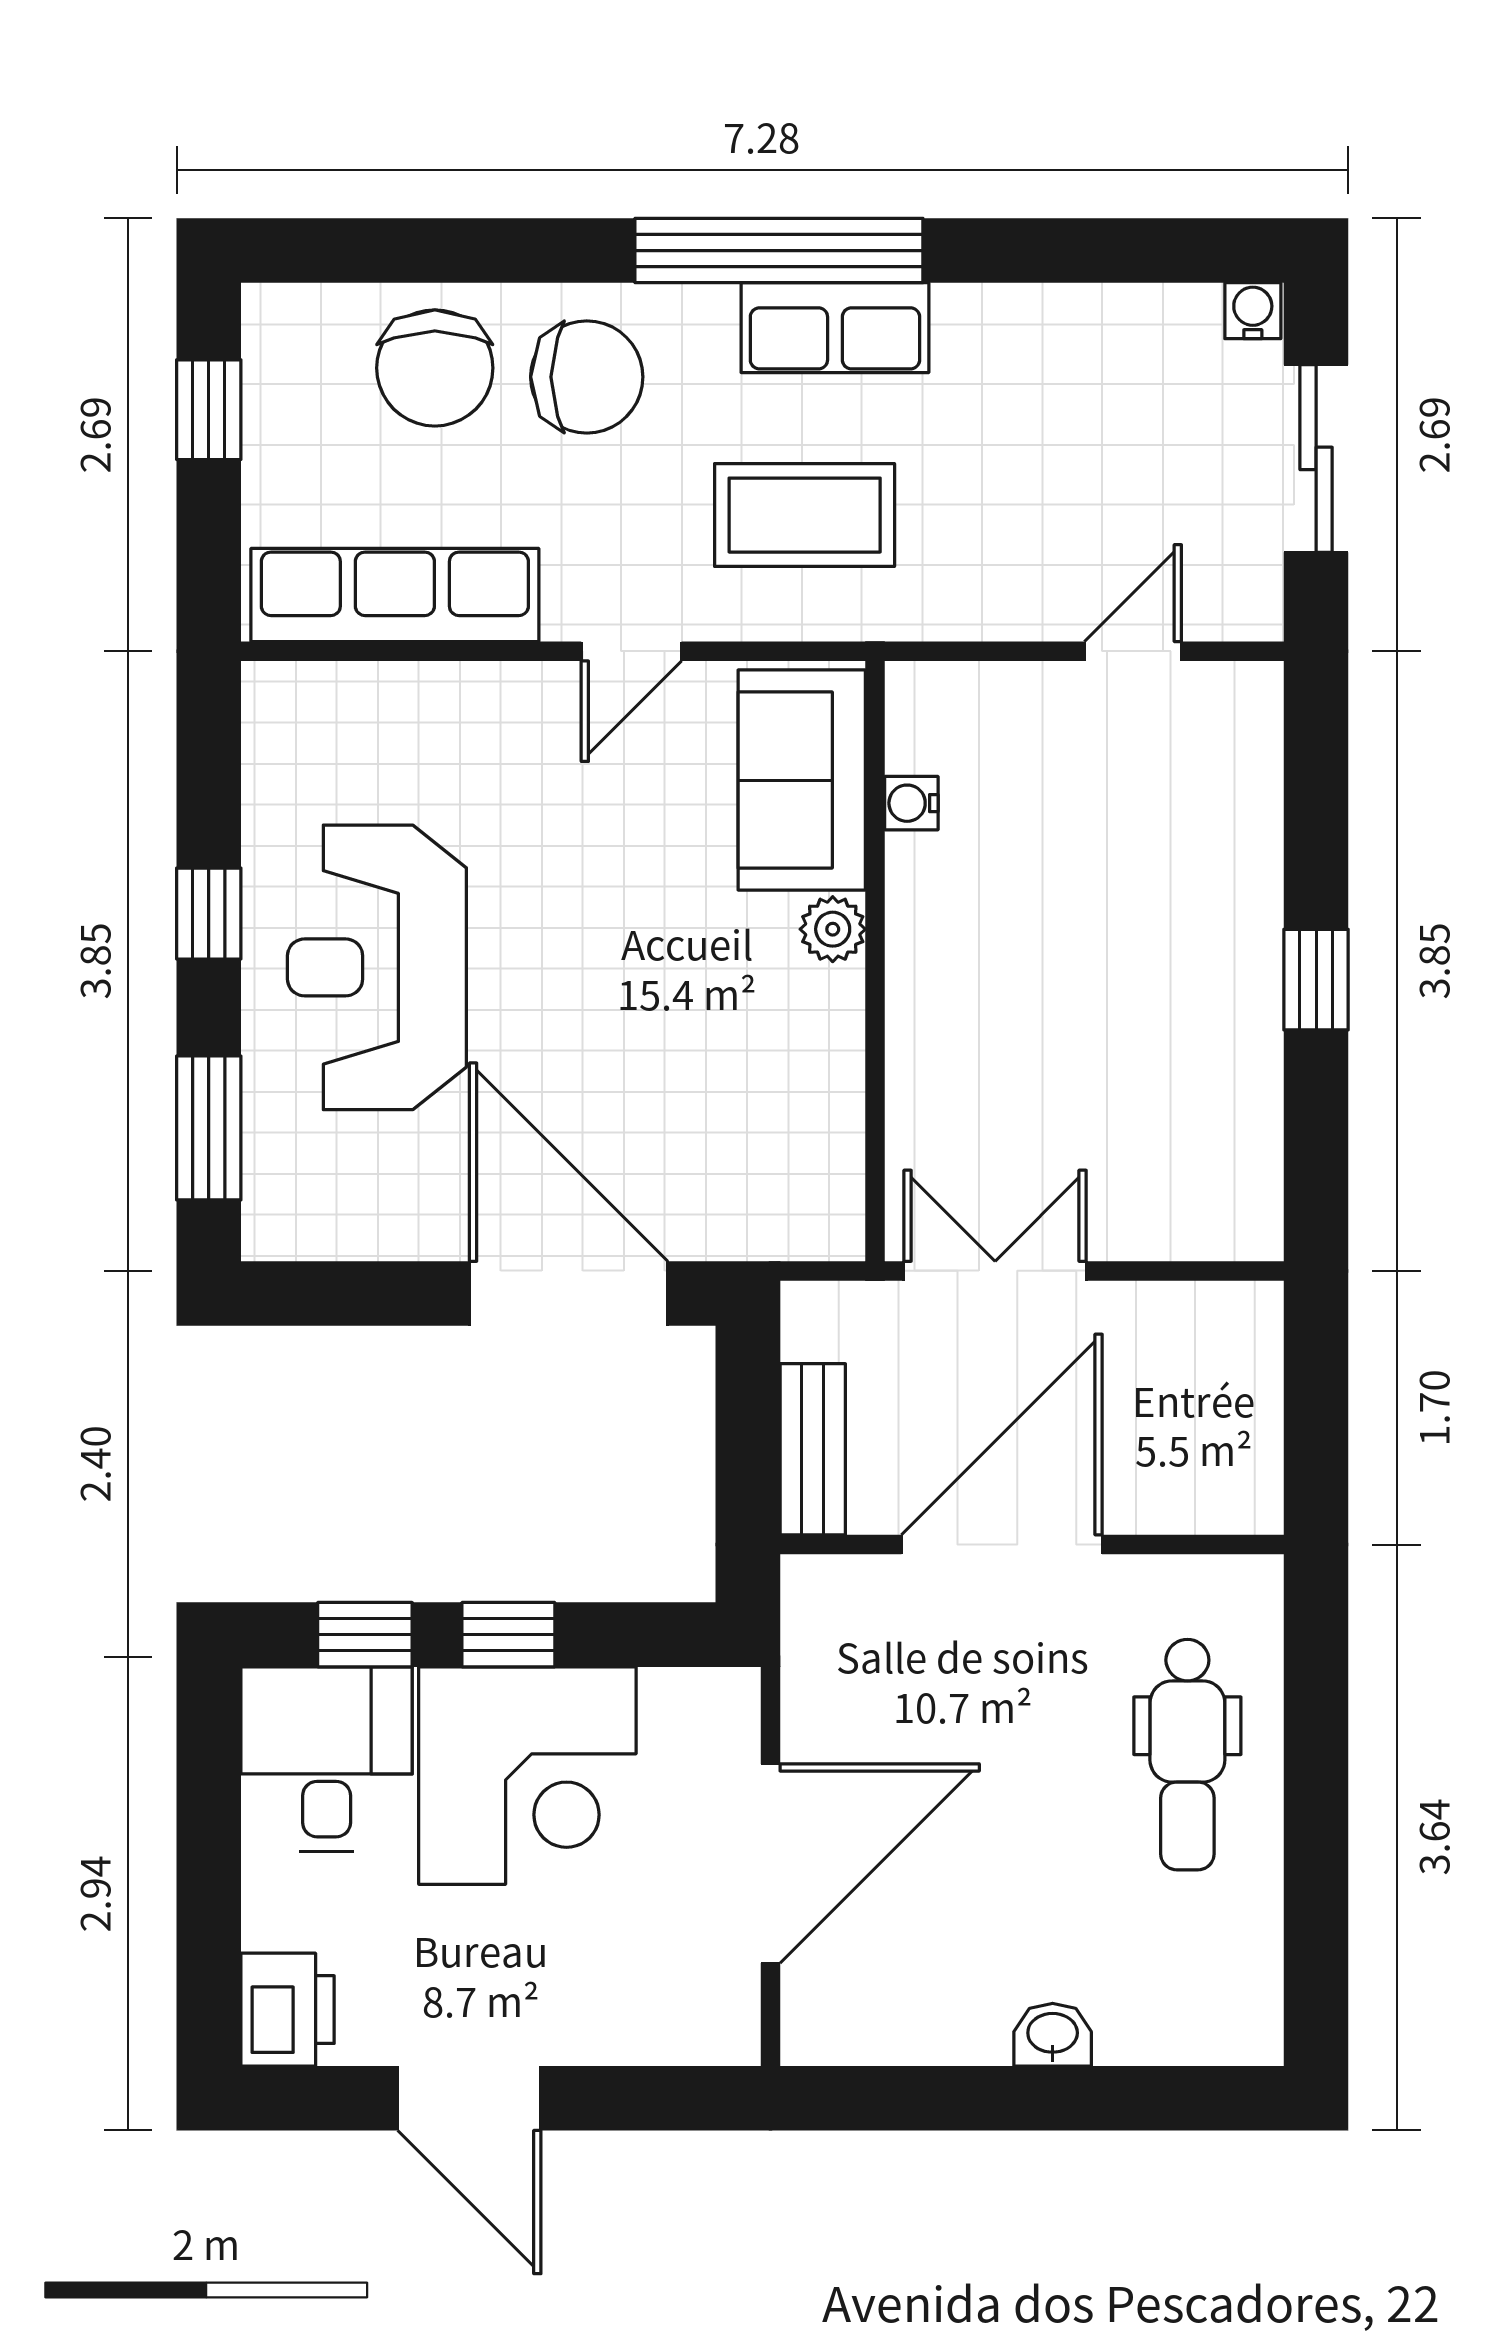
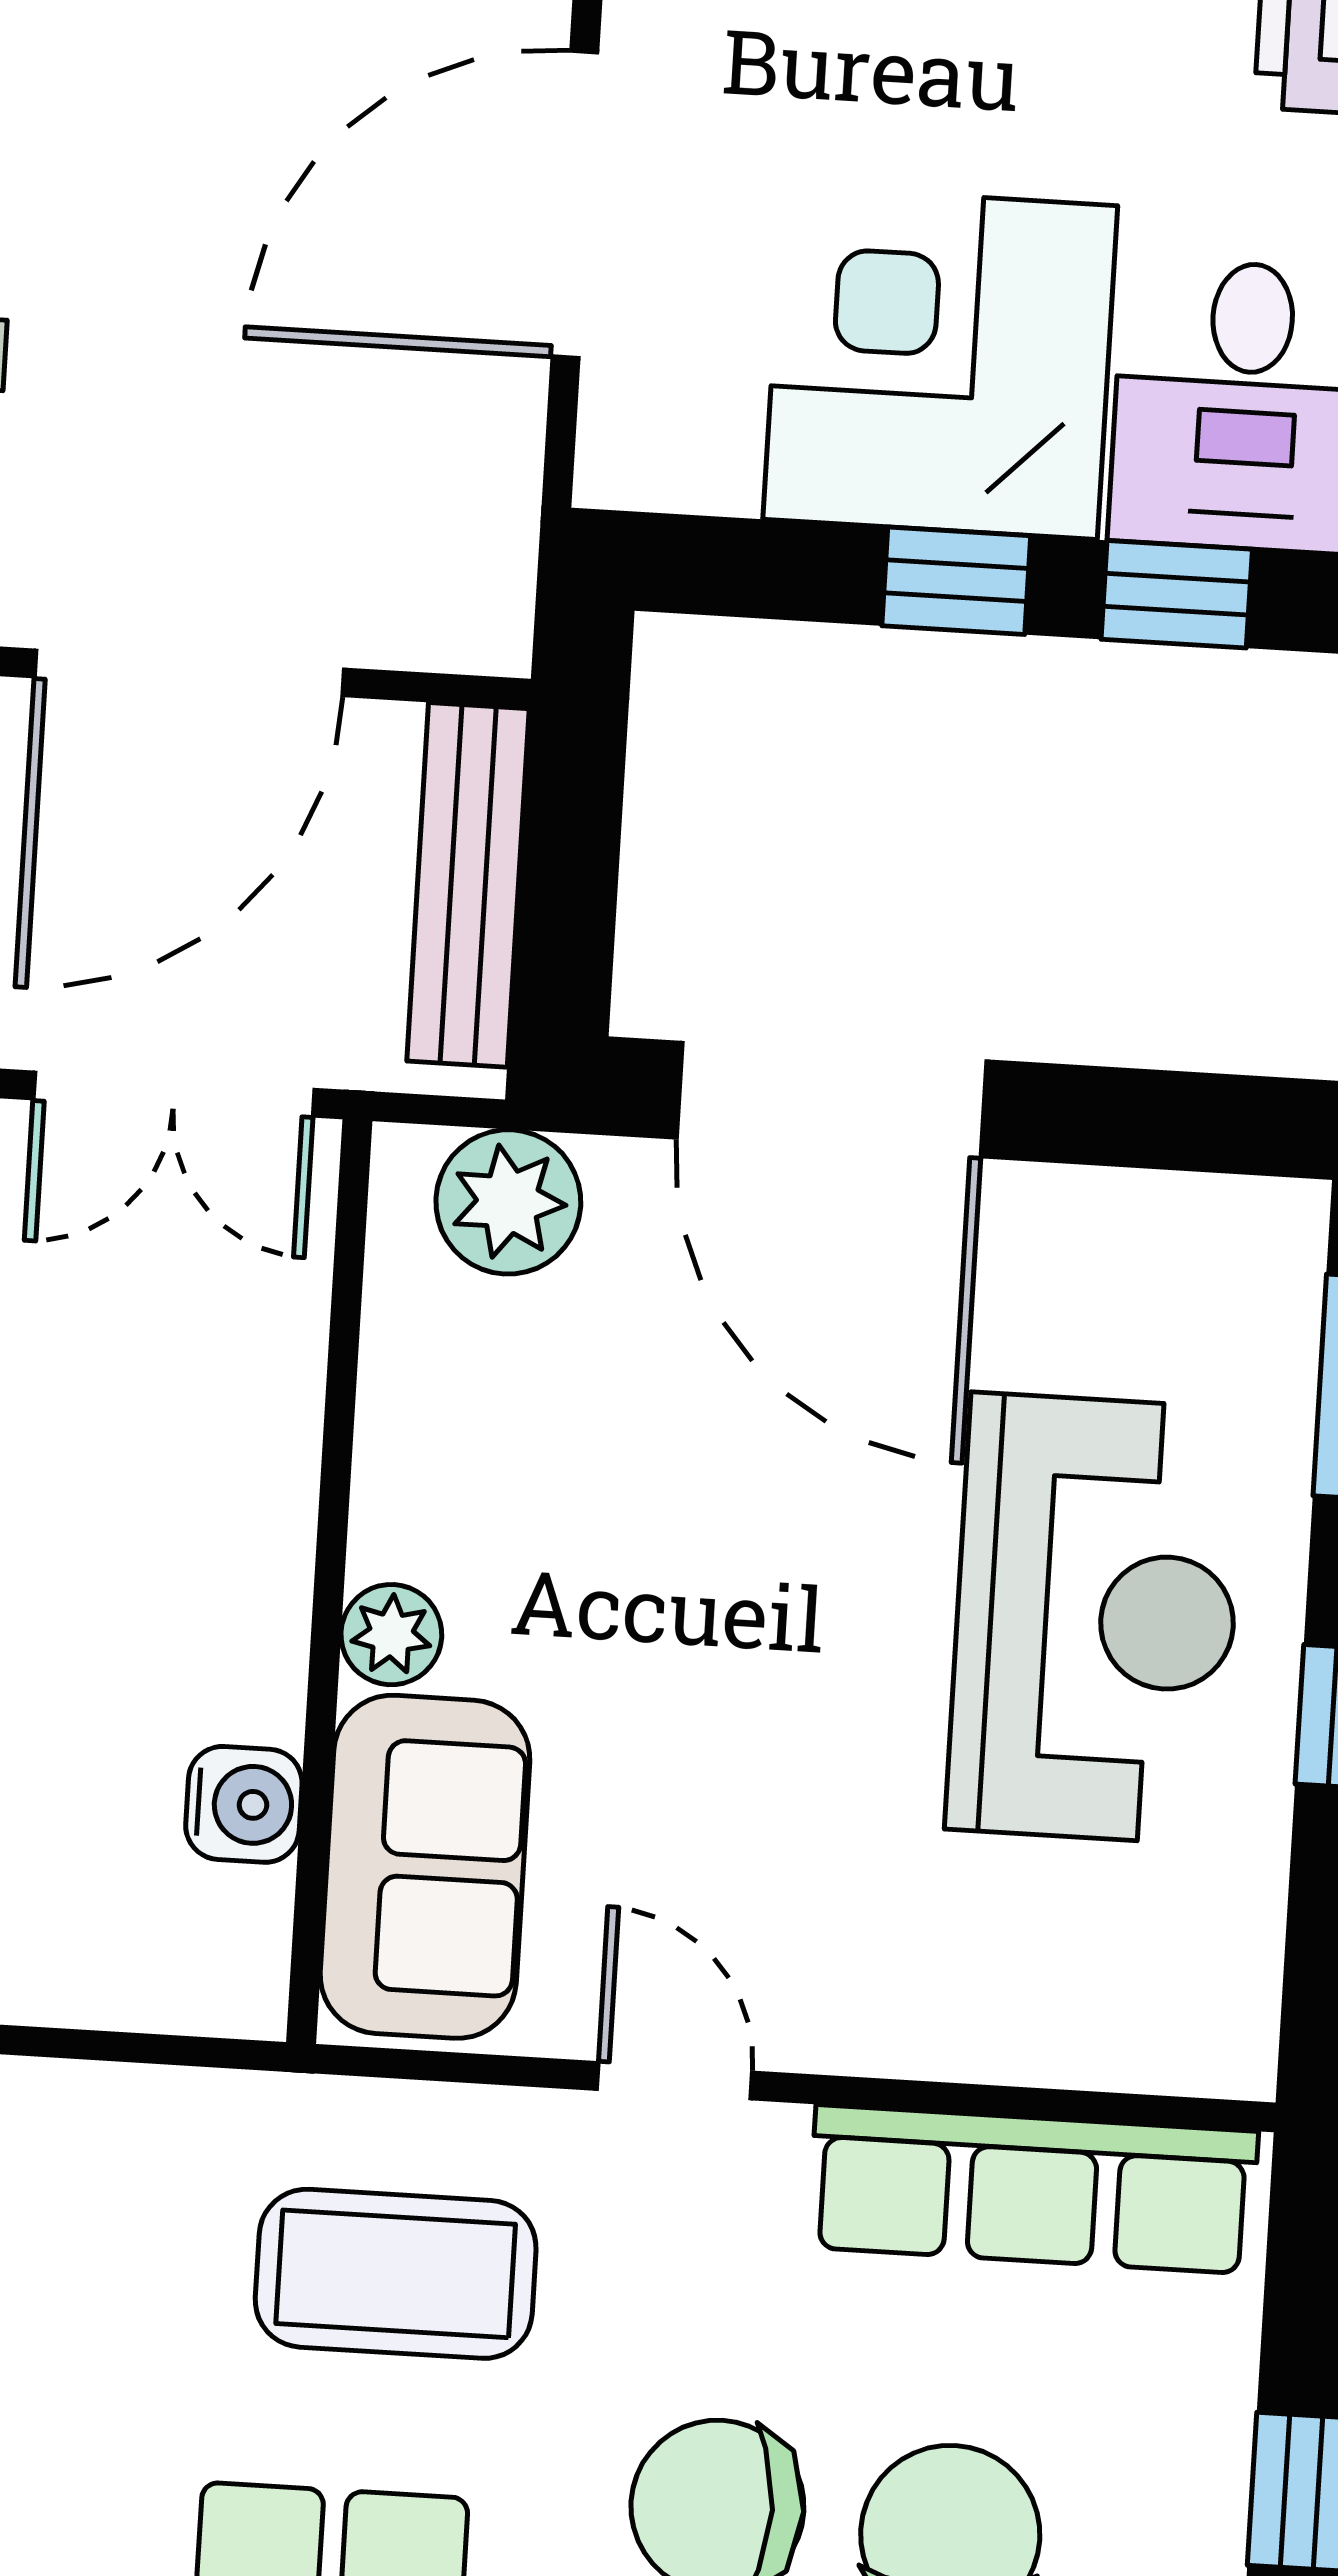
door: (631, 651) -> (675, 2081), hinge flipped
water cooler: (911, 803) -> (244, 1804), width x1.38, depth x1.38
plant: (774, 1214) -> (508, 1202), added
bench: (813, 1449) -> (468, 885), width x1.36

